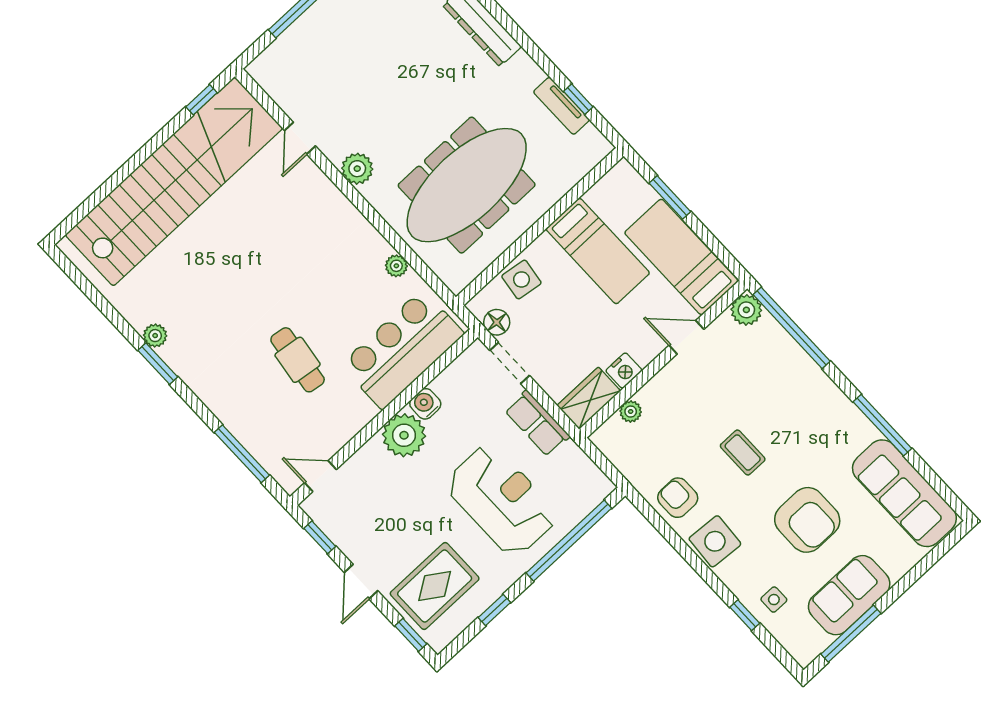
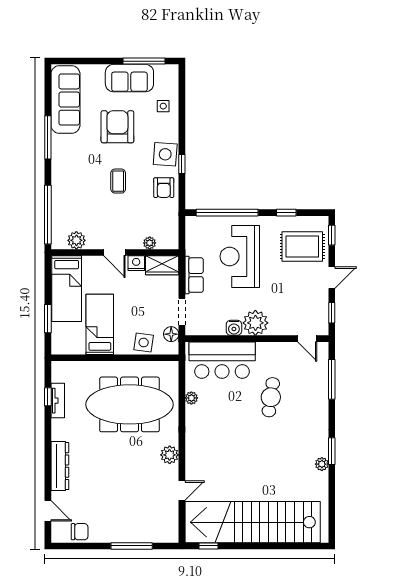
plant: (746, 310) -> (76, 240), moved
door: (686, 337) -> (114, 252), moved
window: (745, 615) -> (182, 164), moved

